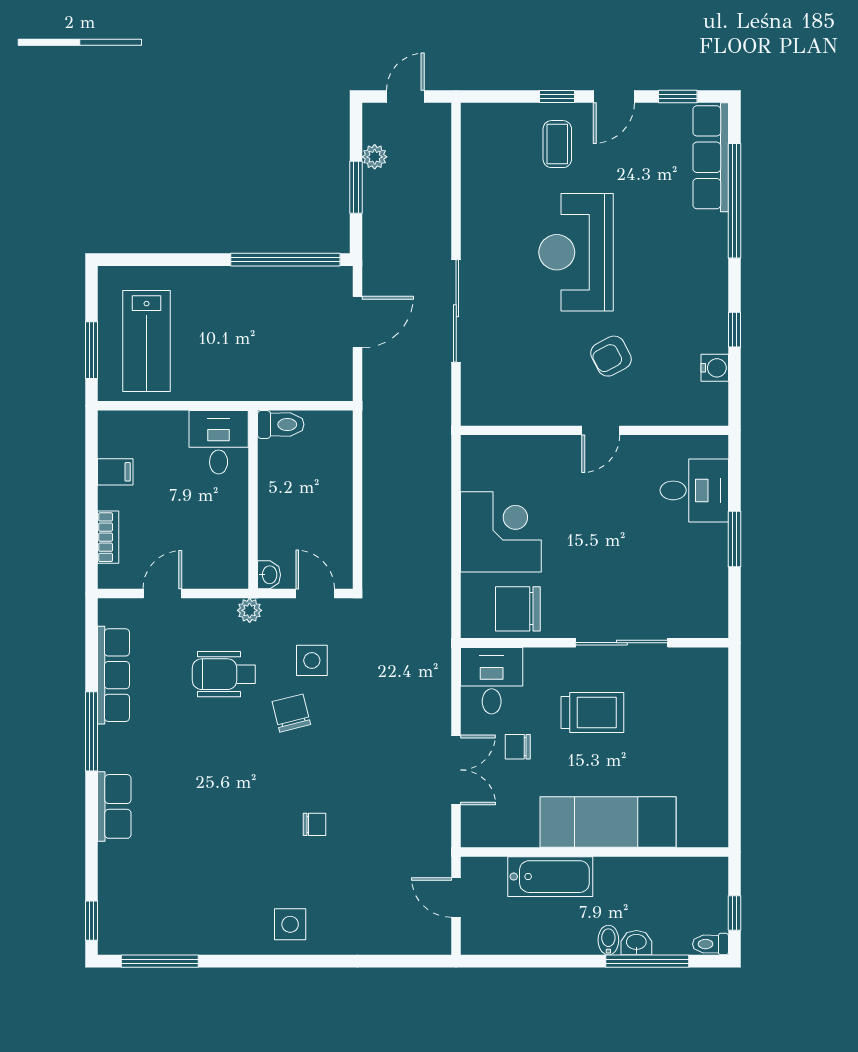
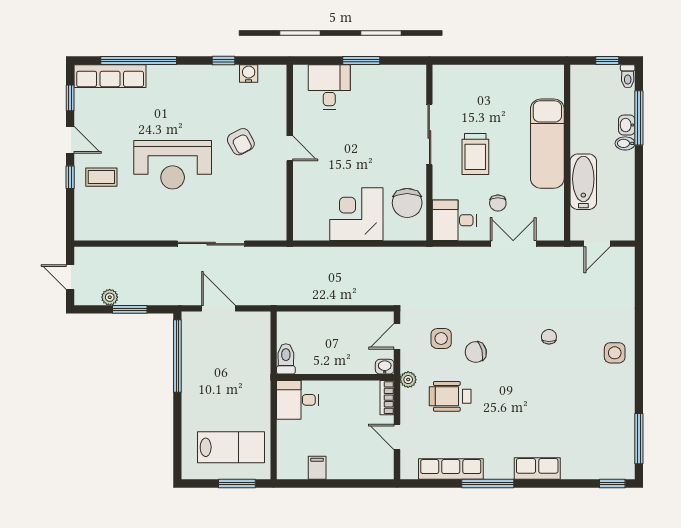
bookcase: (108, 537) -> (387, 398), moved, turned -90
wheelchair: (224, 674) -> (450, 396), turned 90
trolley: (592, 712) -> (475, 154), turned 180

